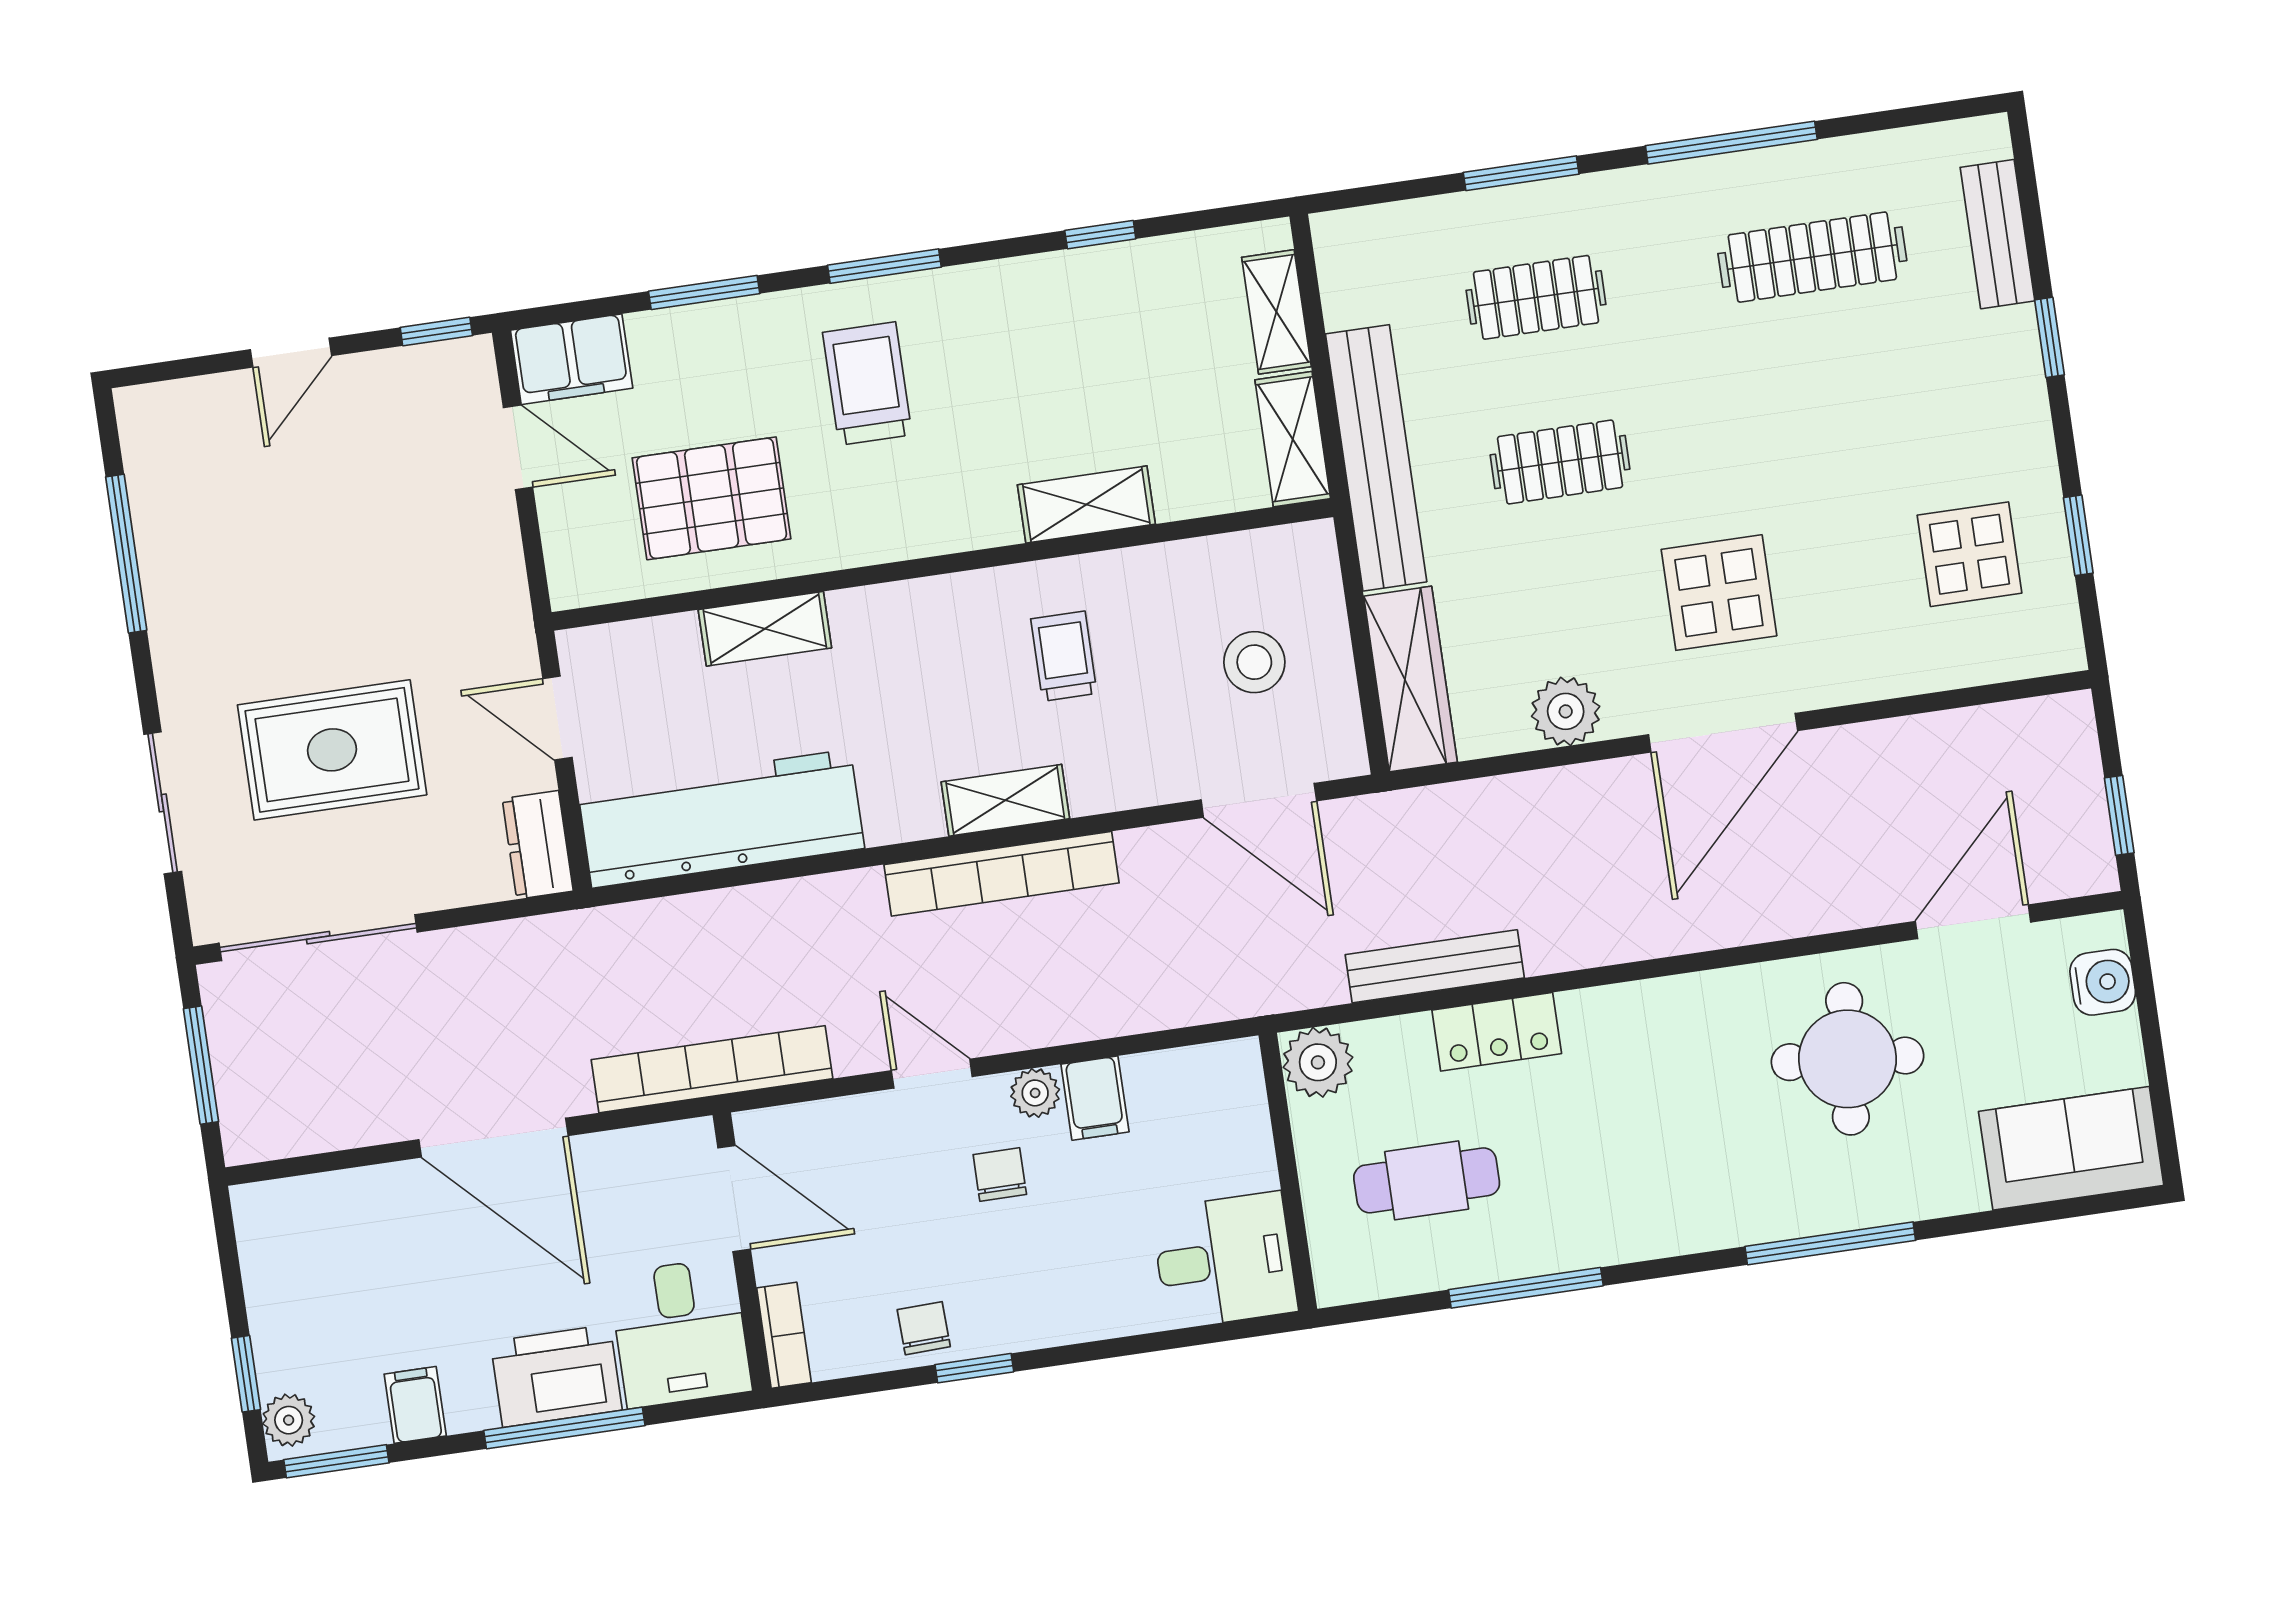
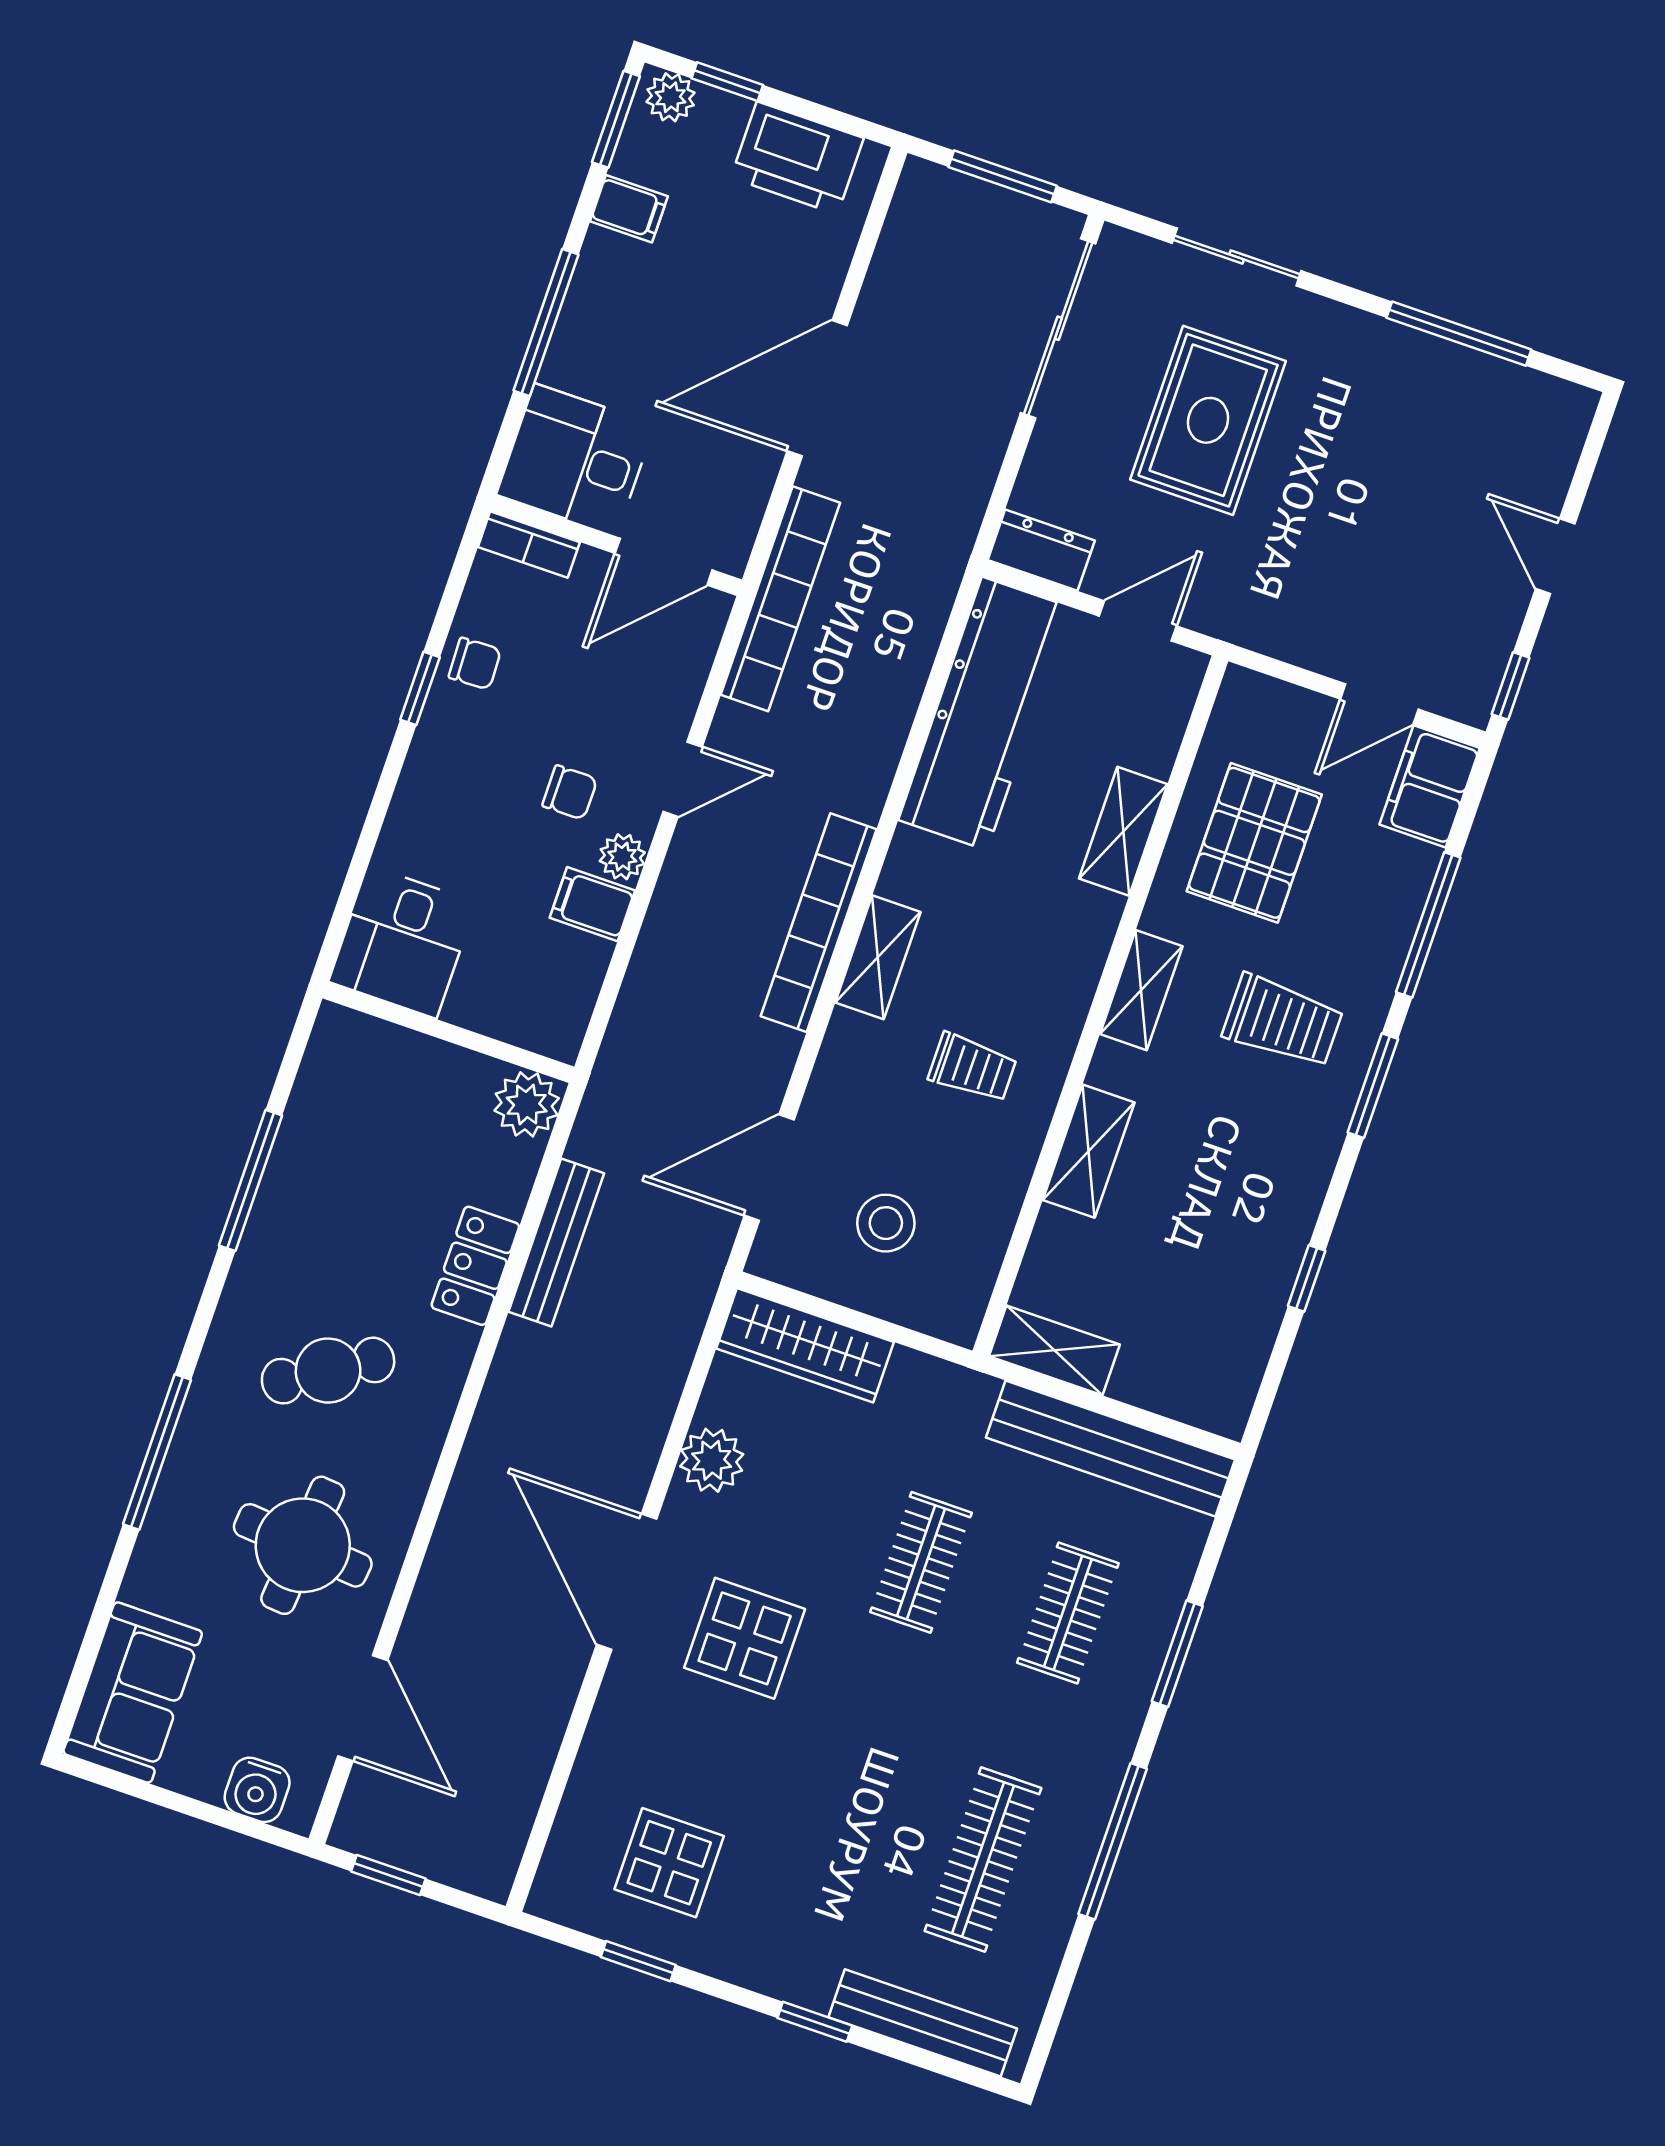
bench: (1997, 234) -> (923, 2023), width x1.36
window: (704, 292) -> (1428, 925), width x1.44
shelving: (1276, 312) -> (1141, 990), moved, turned 90
bench: (1376, 458) -> (1110, 1448), moved
cafe table: (1427, 1180) -> (328, 1371), moved, turned 58
printer: (556, 1376) -> (797, 158), moved, turned 90

